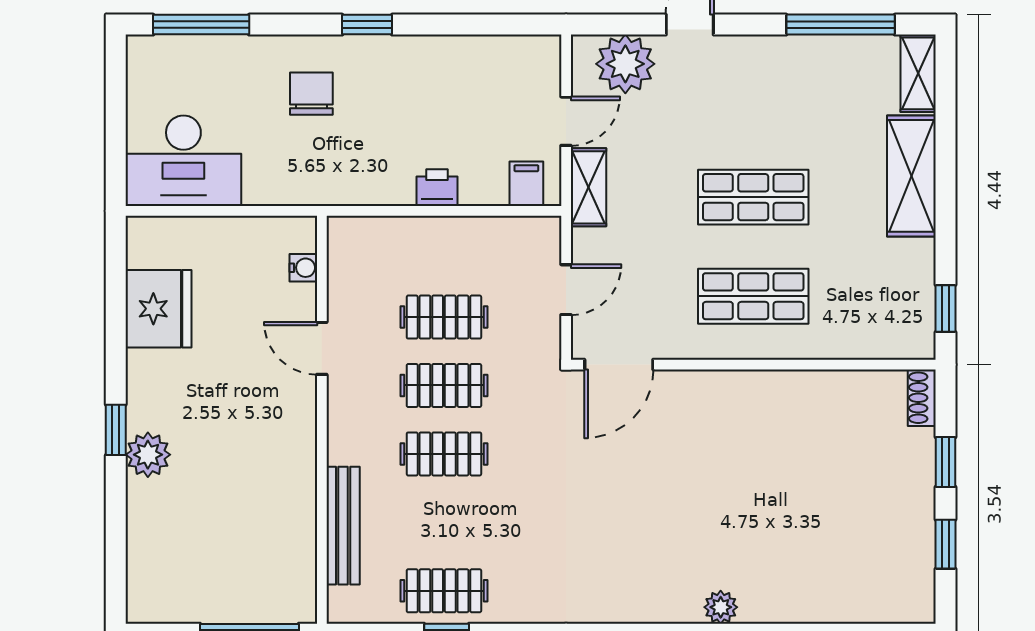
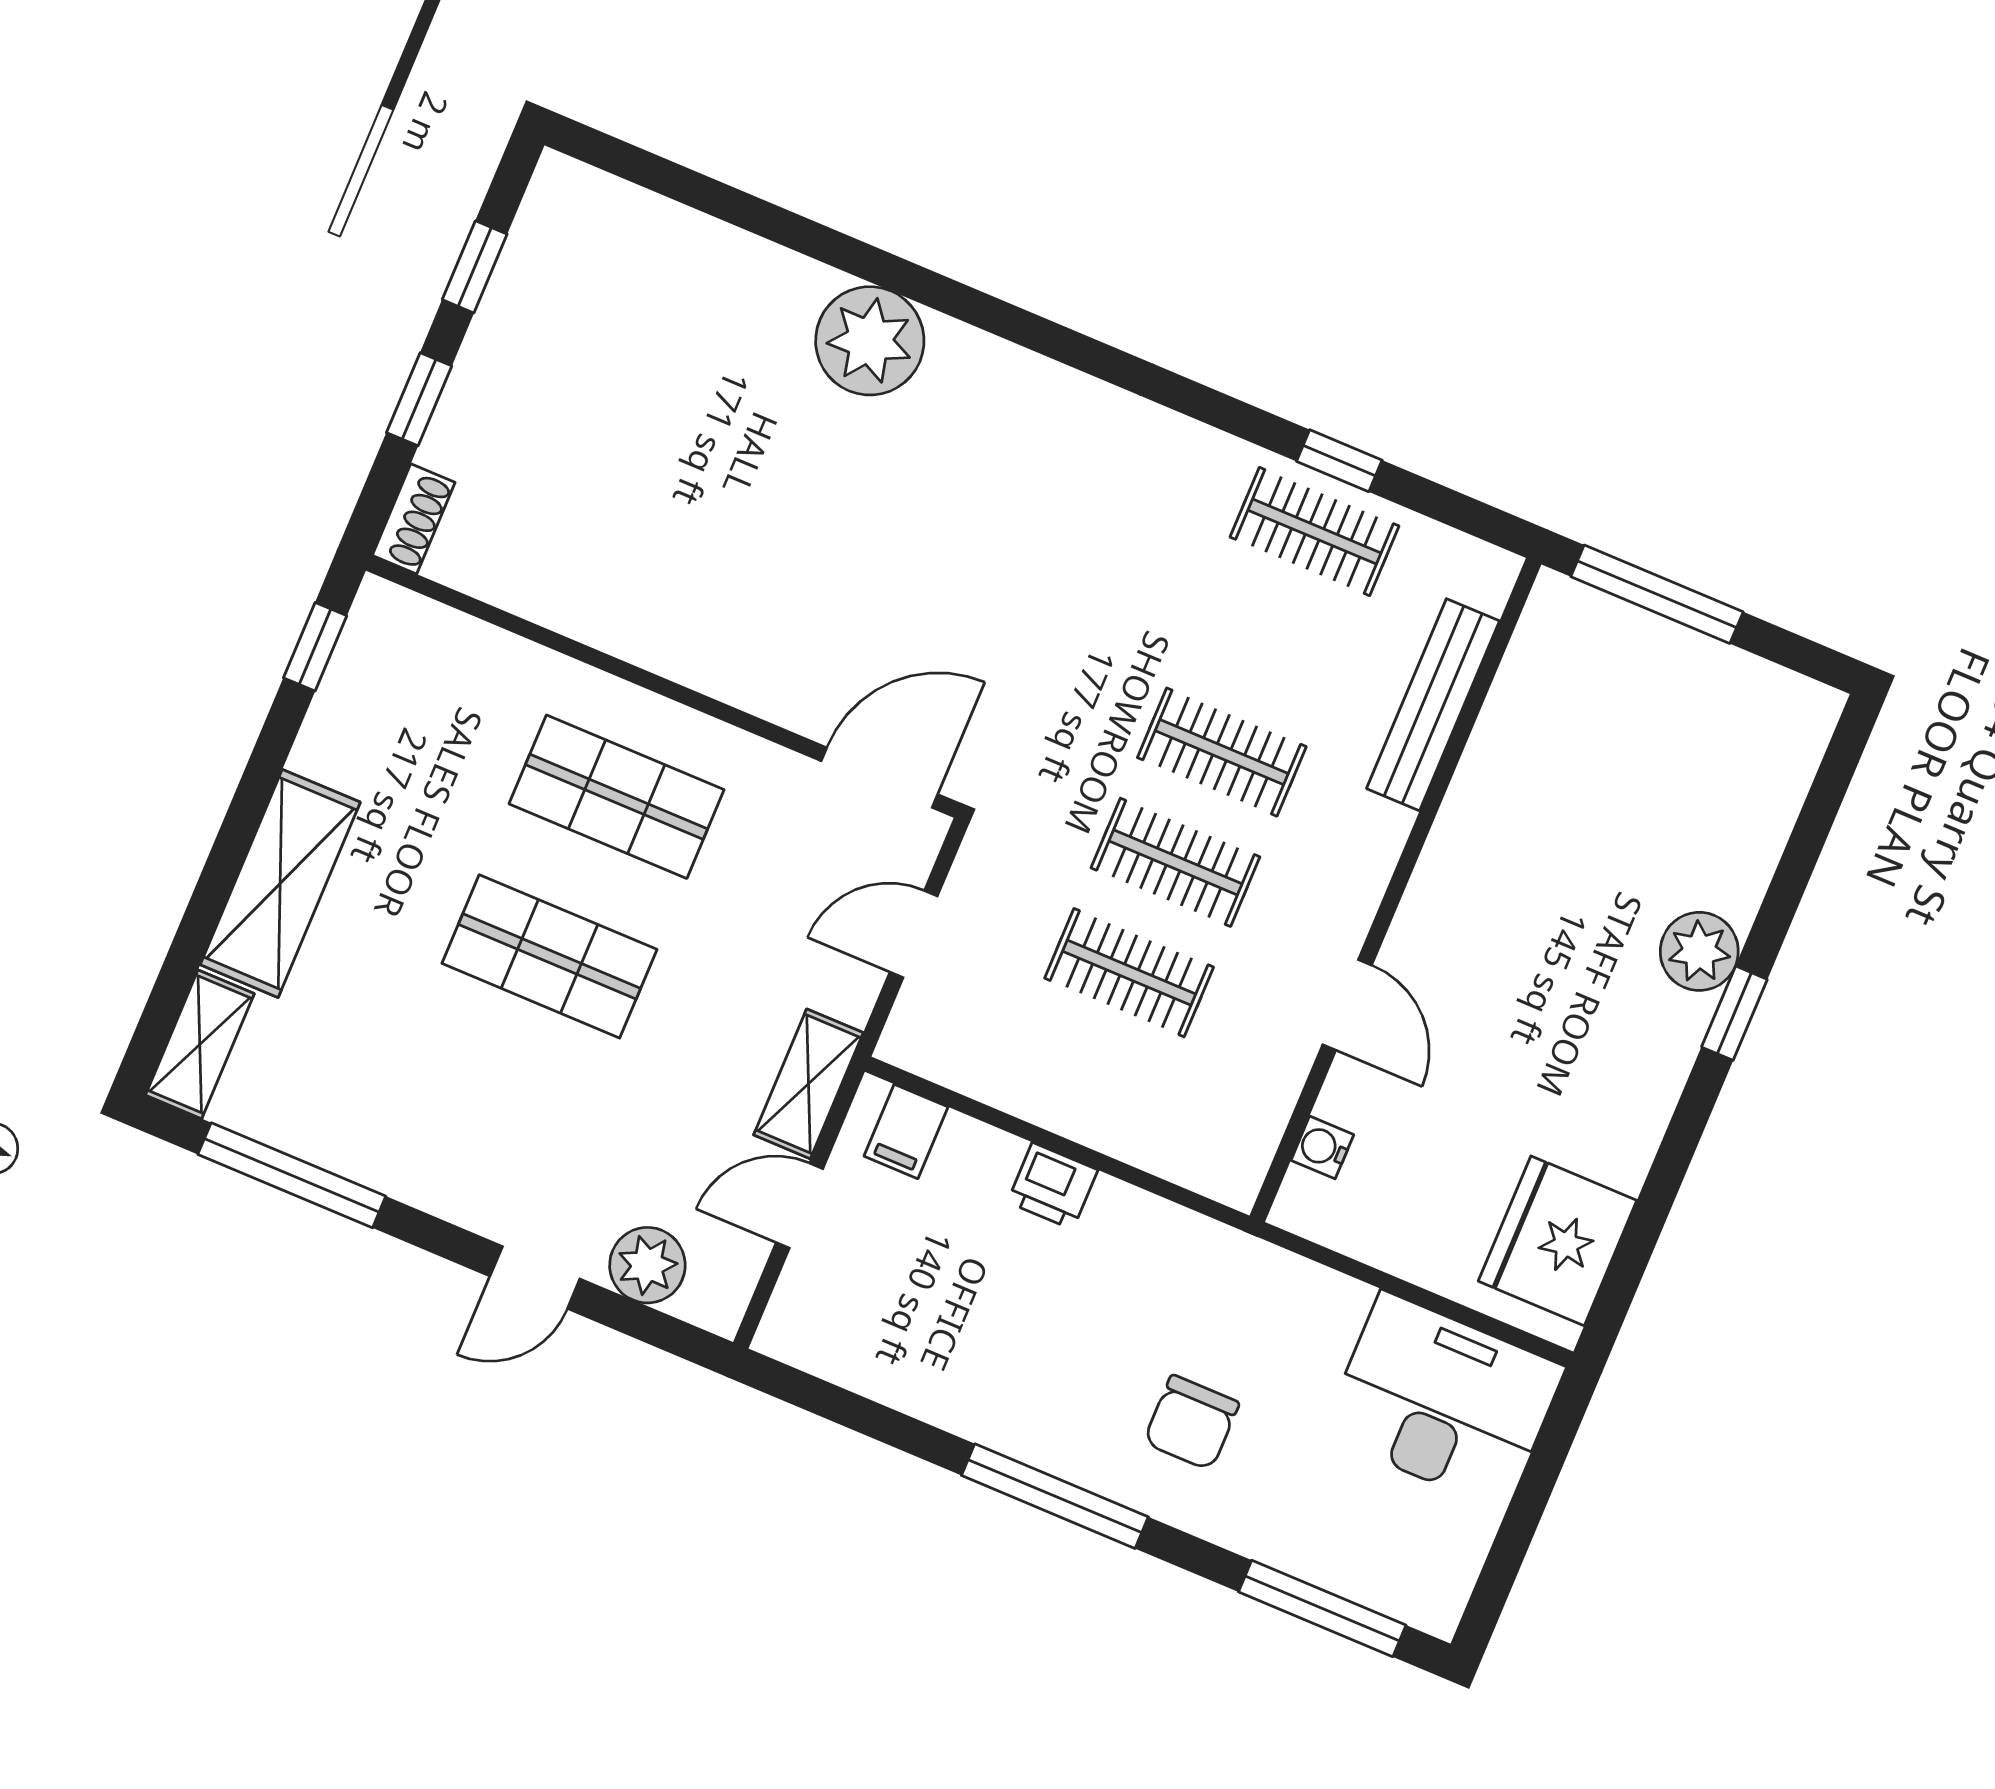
window: (367, 25) -> (1055, 1496), width x2.17
plant: (625, 64) -> (647, 1265), width x0.73, depth x0.73
fridge: (159, 309) -> (1558, 1241), moved
plant: (721, 607) -> (870, 341), width x1.87, depth x1.87

